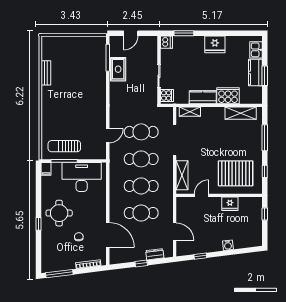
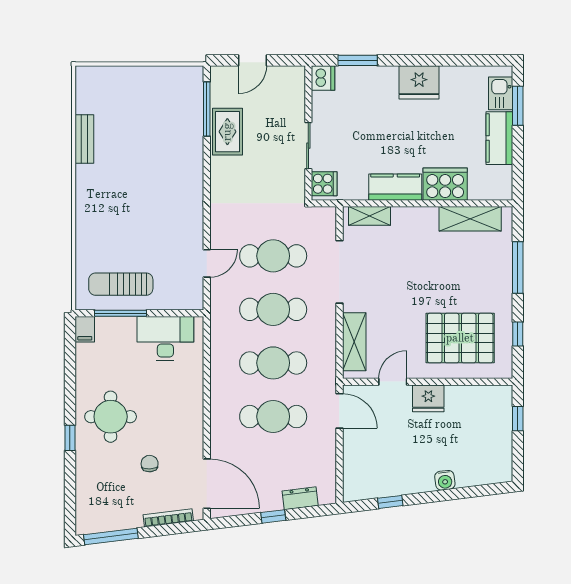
window: (265, 76) -> (518, 106), moved
desk: (82, 177) -> (165, 339), width x0.73, depth x0.77
fridge: (230, 204) -> (428, 398), moved
door: (175, 232) -> (339, 411), moved
door: (108, 235) -> (207, 484), moved

